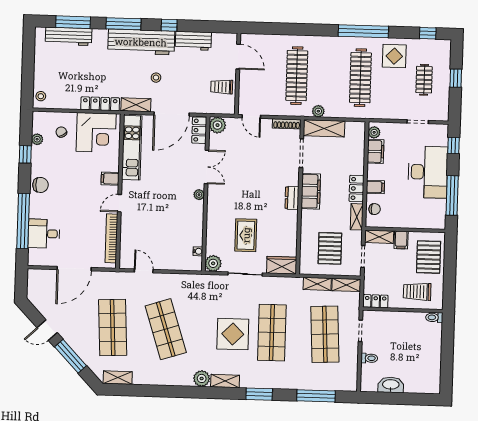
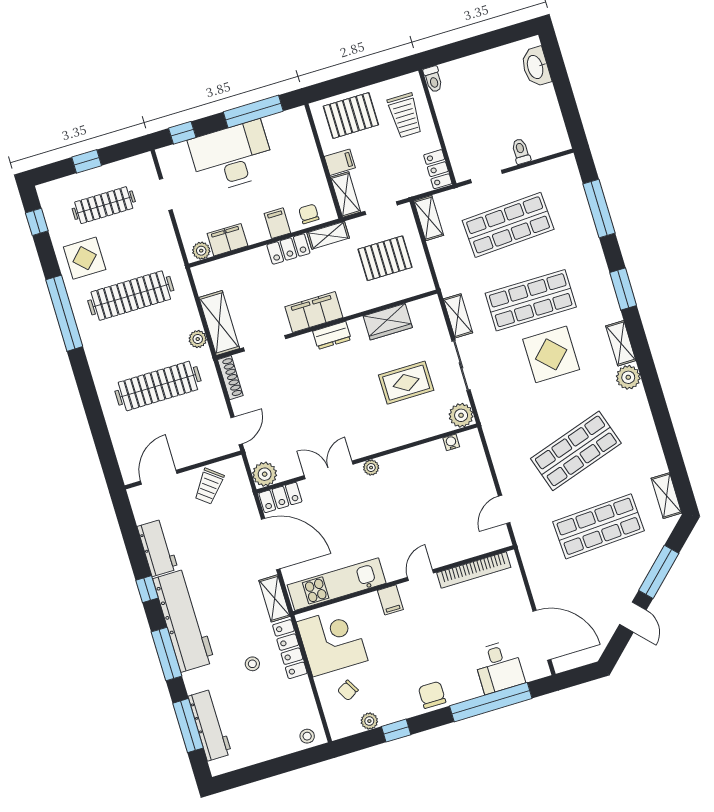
stool: (156, 78) -> (252, 664), moved
clothes rail: (424, 80) -> (104, 205), width x1.36
trolley: (222, 87) -> (209, 486), turned 38
door: (119, 203) -> (420, 575), swing flipped
wardrobe: (282, 265) -> (388, 322), moved, turned -90
door: (74, 269) -> (542, 635), moved
shelving: (317, 284) -> (458, 316), moved
washbasin: (391, 385) -> (536, 67), moved

